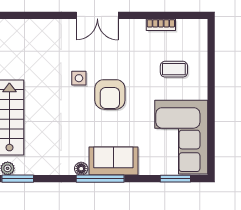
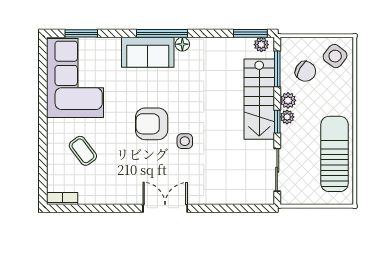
bookcase: (161, 25) -> (62, 198), moved
coffee table: (174, 69) -> (83, 151), turned 53
armchair: (110, 94) -> (152, 124), turned -90

